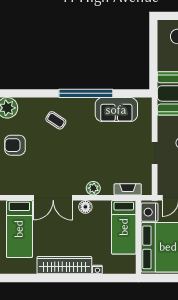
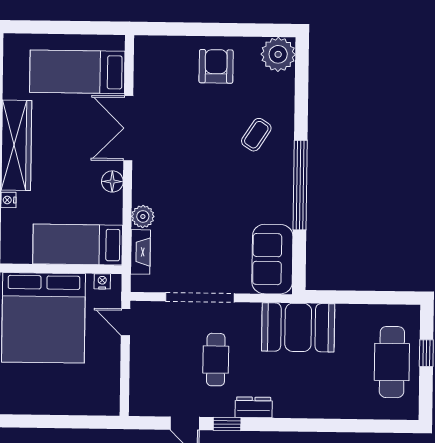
sofa: (116, 110) -> (272, 259), moved
doorway: (155, 153) -> (200, 297), width x1.88
plant: (93, 188) -> (143, 216), moved
nightstand: (150, 212) -> (102, 281), width x0.53, depth x0.56

